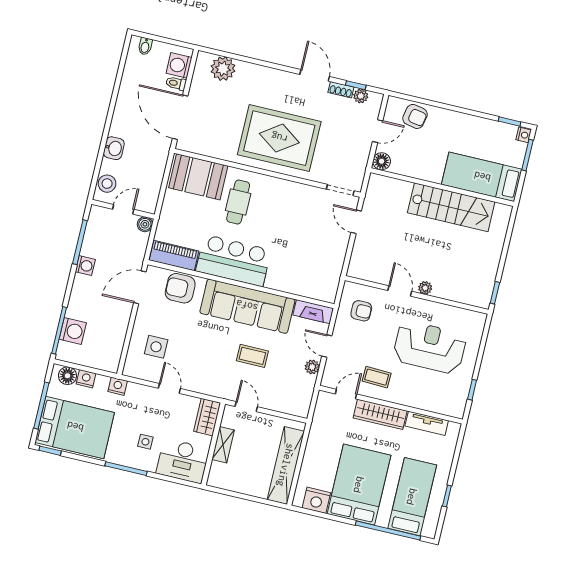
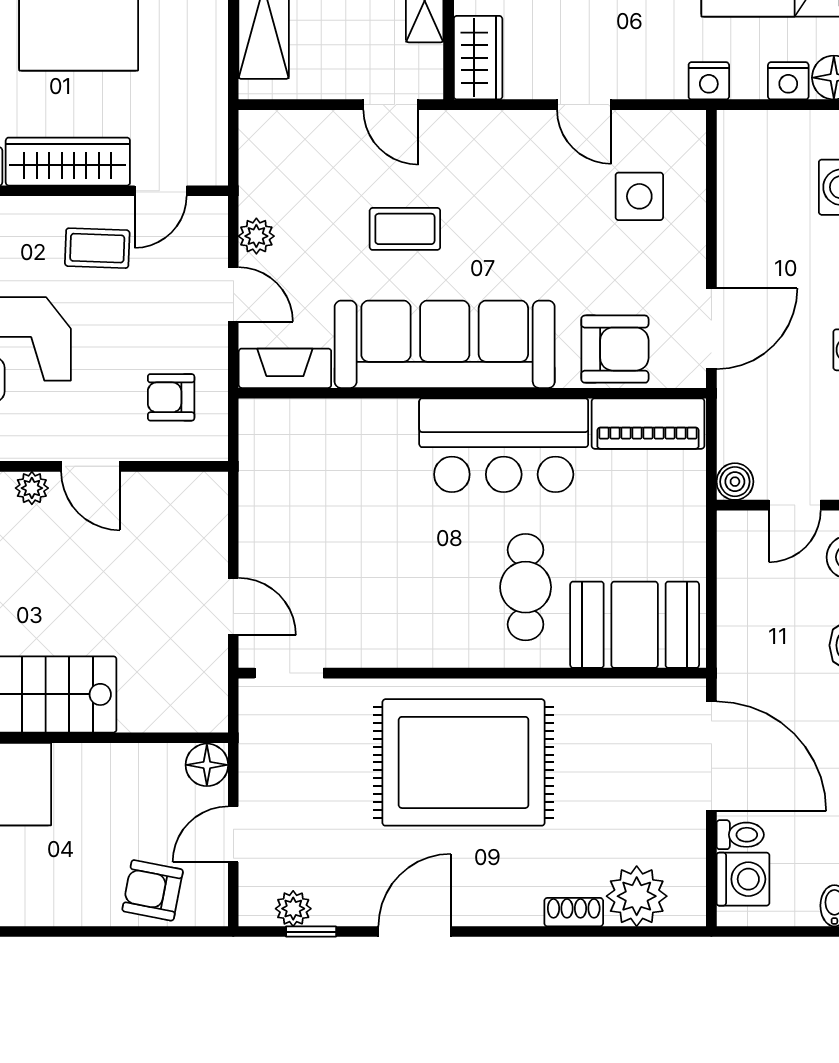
door: (315, 75) -> (415, 932), swing flipped
shoe rack: (341, 90) -> (574, 912), moved

